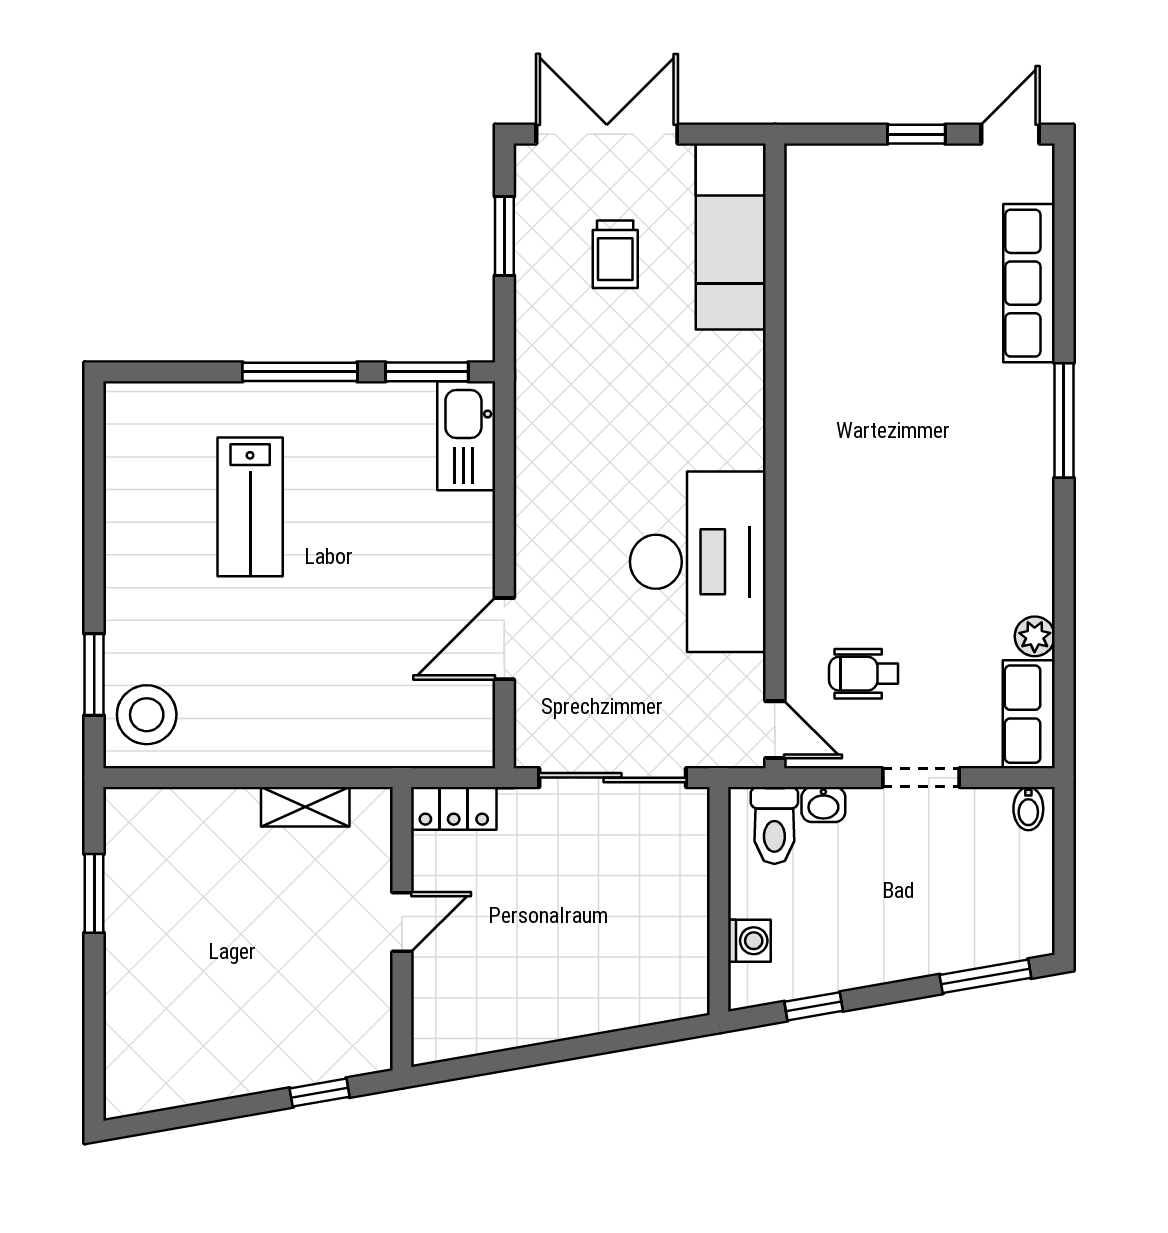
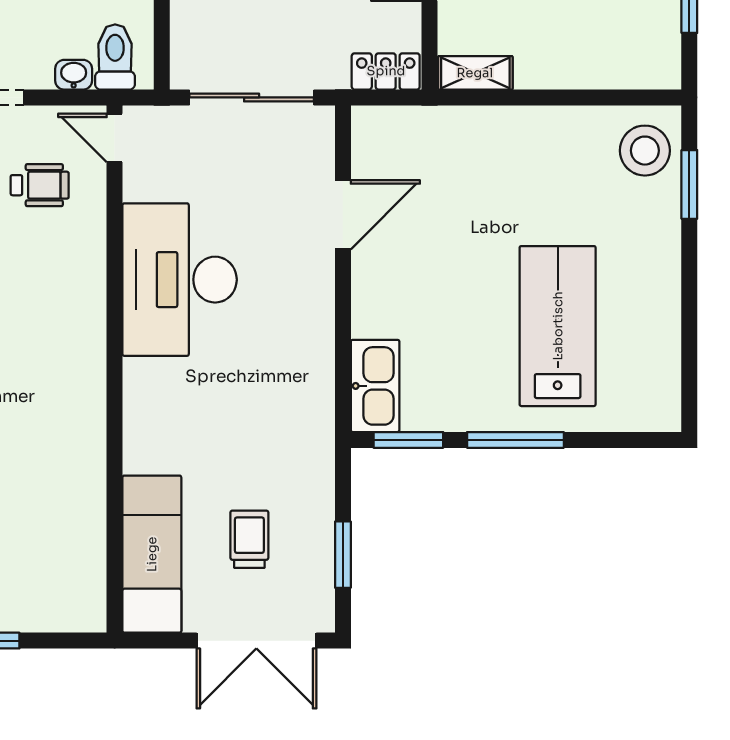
lab bench: (250, 507) -> (558, 326), width x1.36, depth x1.39
shelving: (305, 807) -> (475, 73), moved

